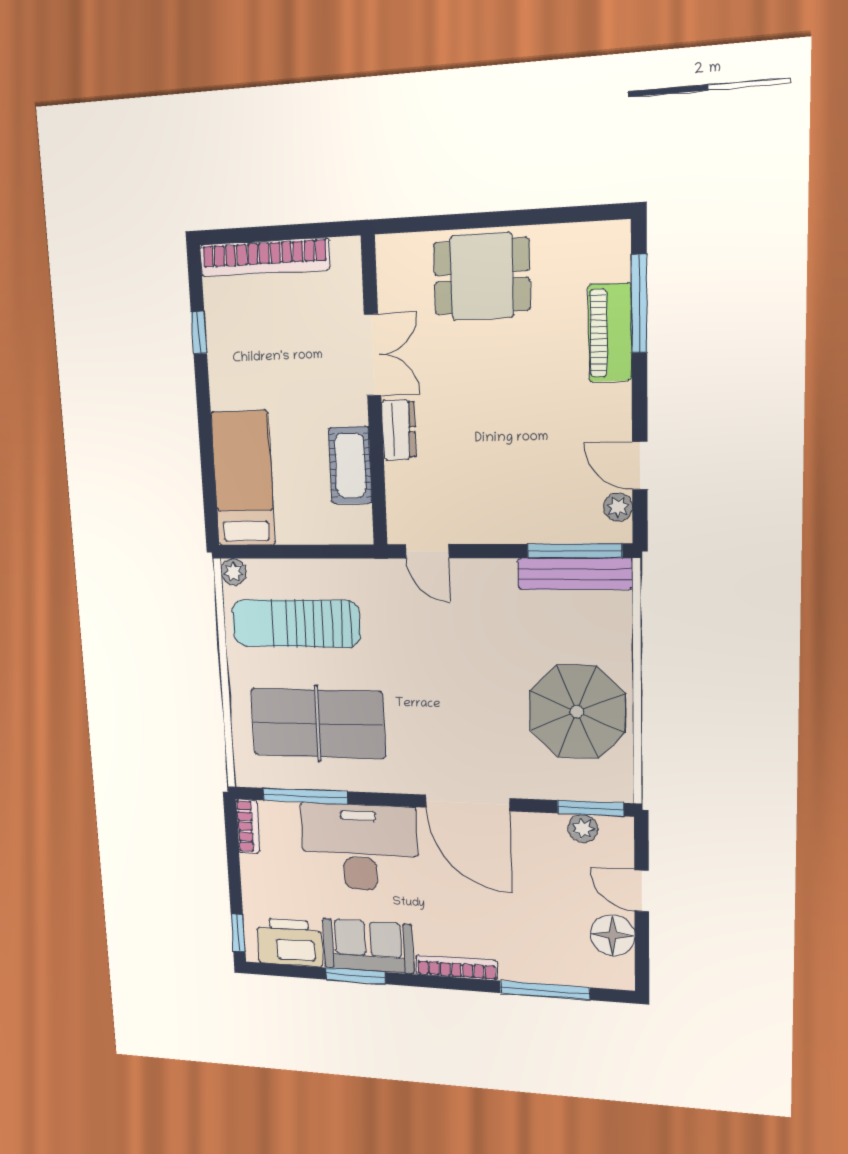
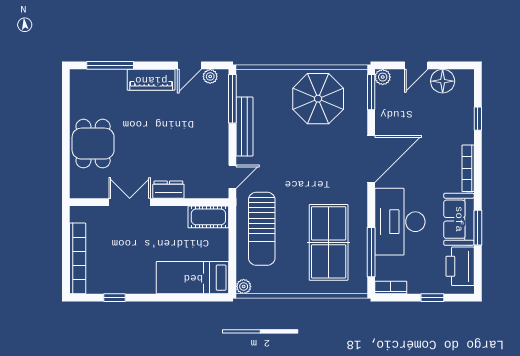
piano: (610, 333) -> (151, 80), moved
cot: (350, 465) -> (208, 217), moved
bench: (575, 574) -> (245, 126), moved
sun lounger: (296, 623) -> (262, 229), moved
plant: (583, 829) -> (383, 77), moved
window: (238, 933) -> (432, 298), moved
window: (545, 990) -> (478, 119), width x0.46

